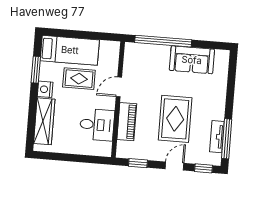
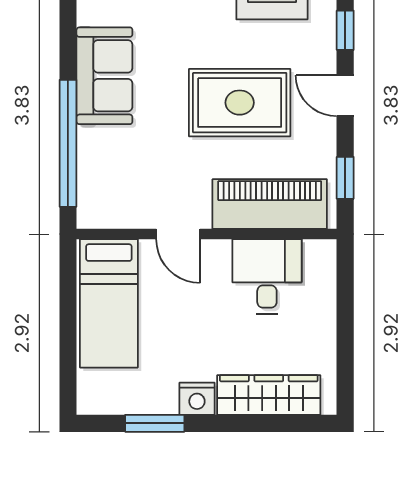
bed: (70, 50) -> (109, 303), moved, turned 180
rug: (79, 79) -> (167, 325), removed
piano: (127, 122) -> (270, 204), width x1.37, depth x1.33

